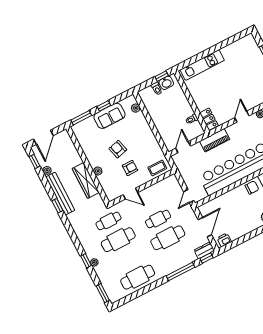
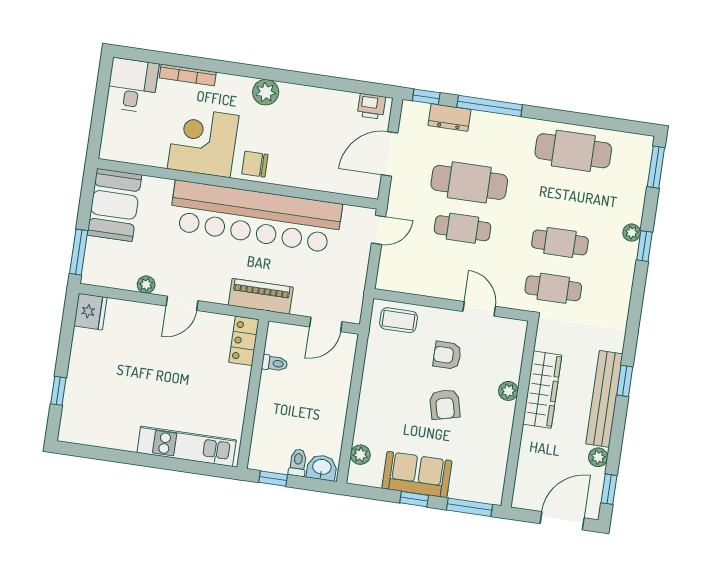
washbasin: (166, 83) -> (322, 468), moved
cafe table: (118, 240) -> (560, 242), width x0.73, depth x0.74
dresser: (204, 250) -> (450, 117), moved

